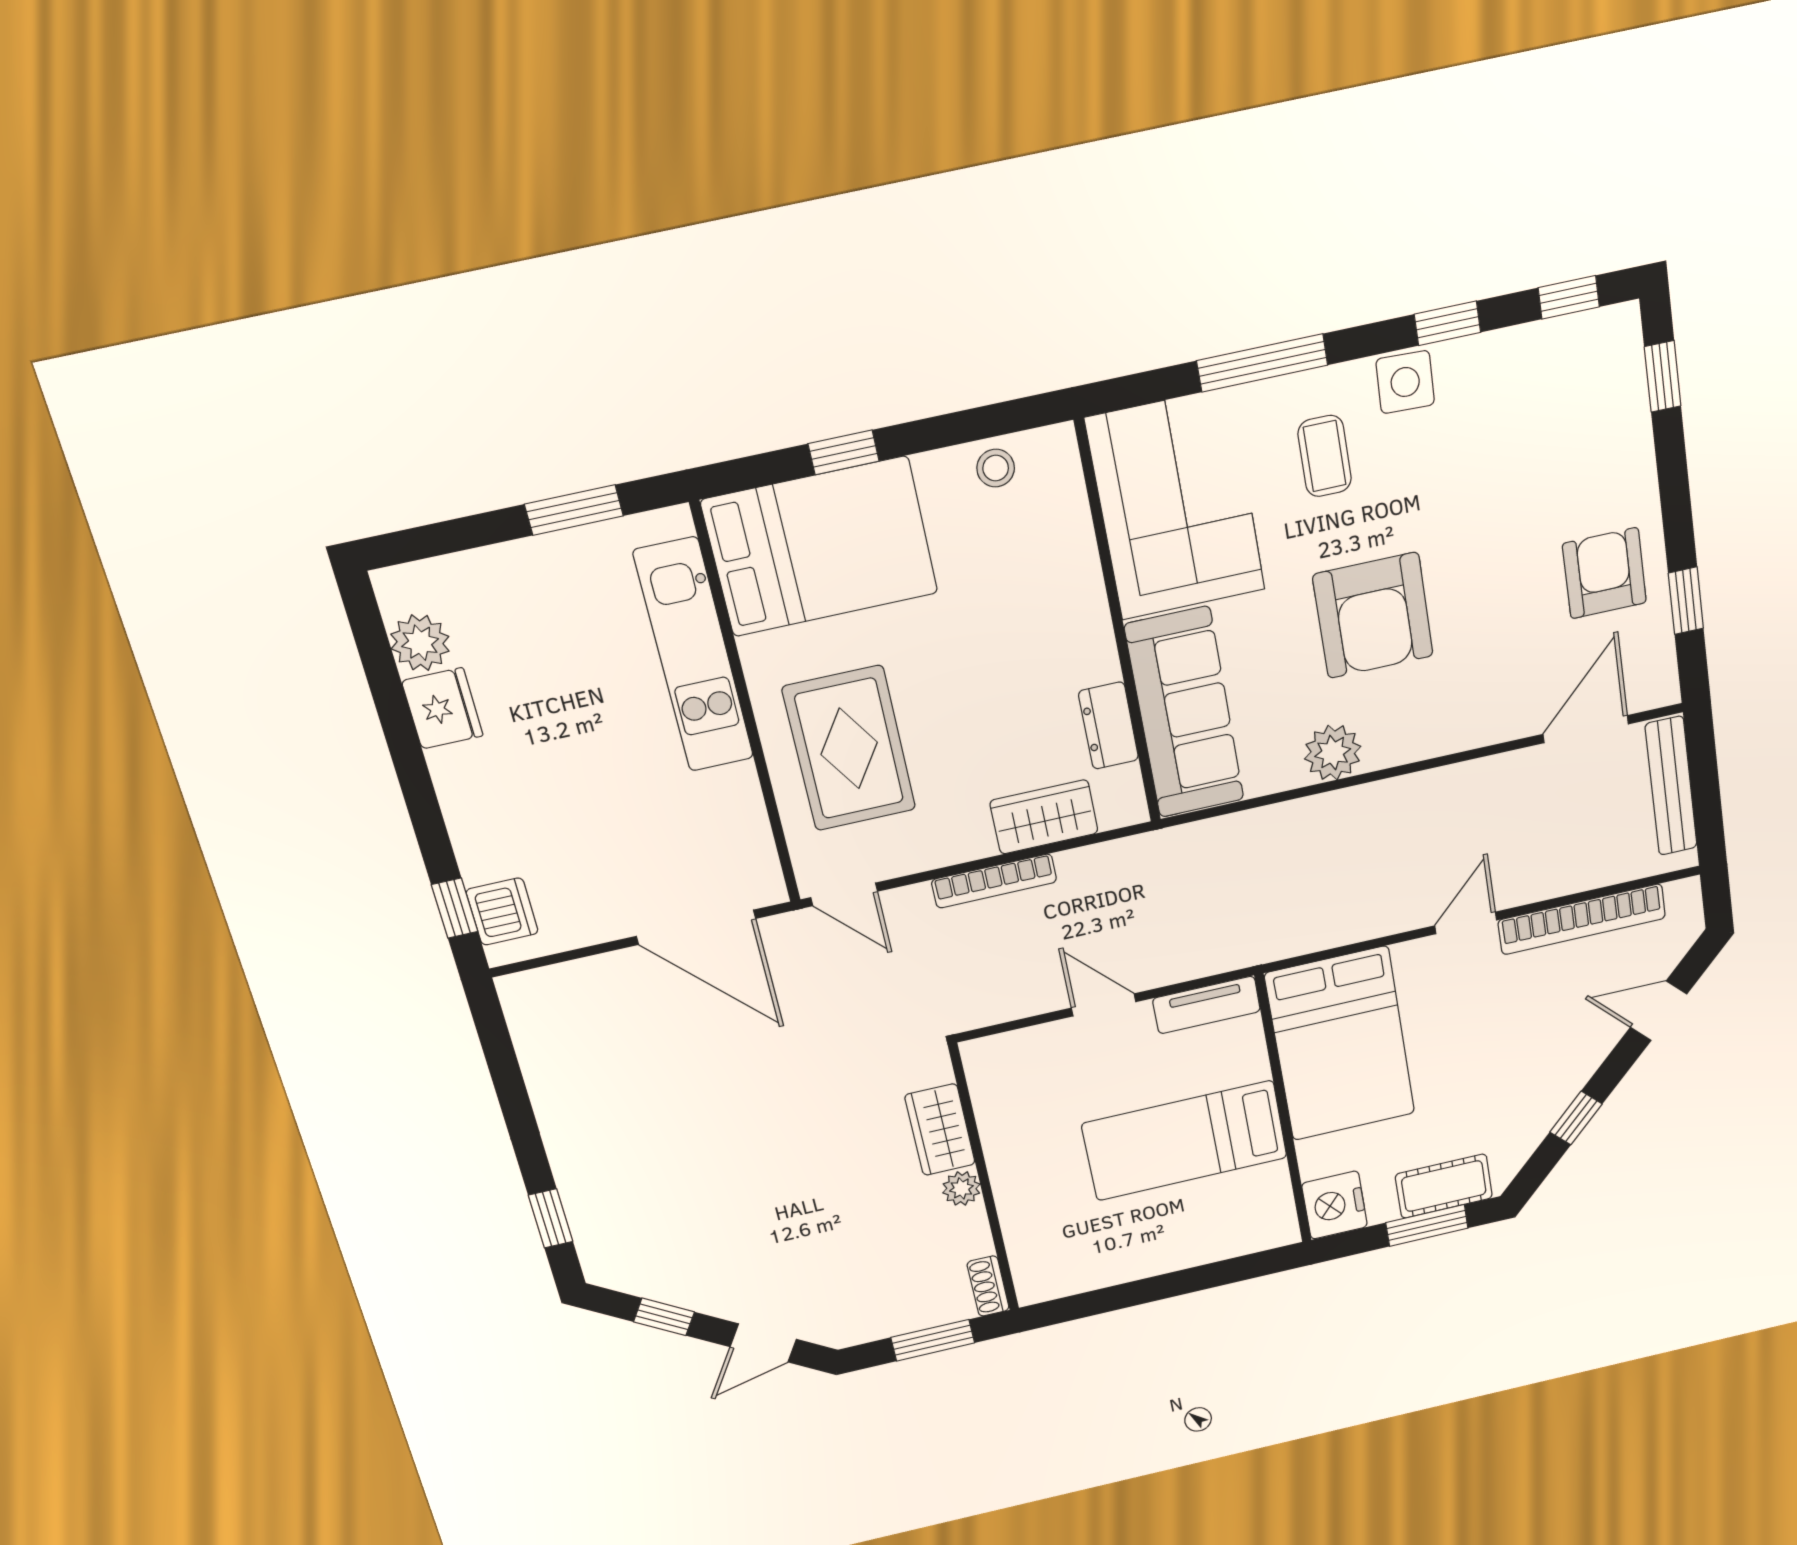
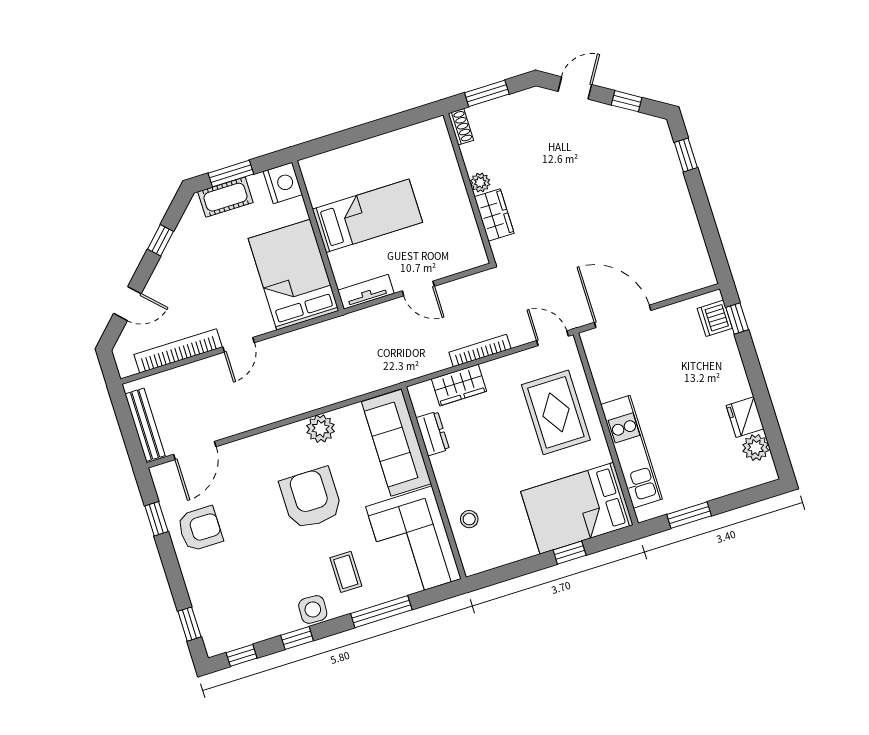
stool: (996, 468) -> (469, 519), moved
armchair: (1604, 573) -> (200, 529), turned -90

